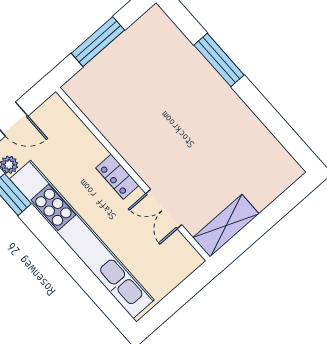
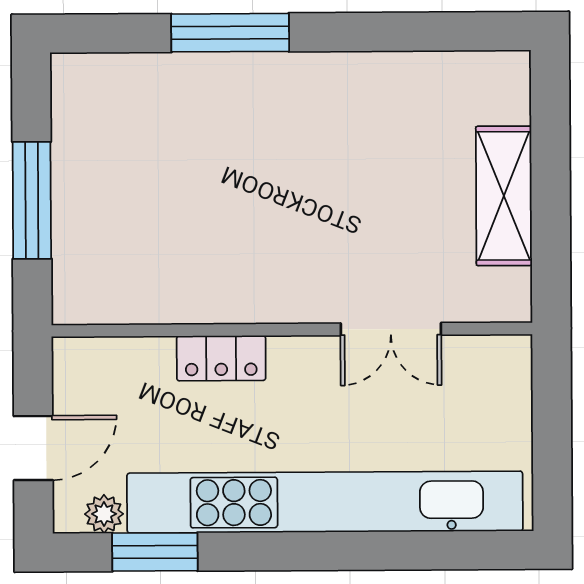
locker: (117, 177) -> (221, 358), moved
shelving: (226, 226) -> (504, 196), moved

